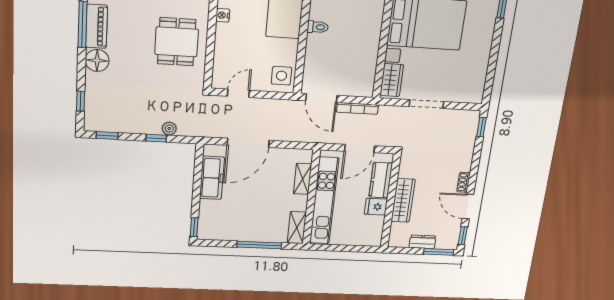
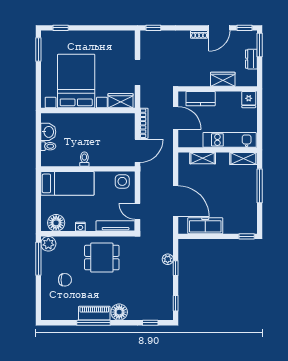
tv unit: (220, 63) -> (116, 226), added
wardrobe: (403, 200) -> (223, 79), width x0.67
kitchen unit: (324, 201) -> (230, 140), width x0.73
fridge: (376, 207) -> (249, 100), moved

